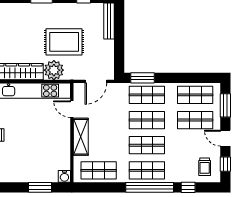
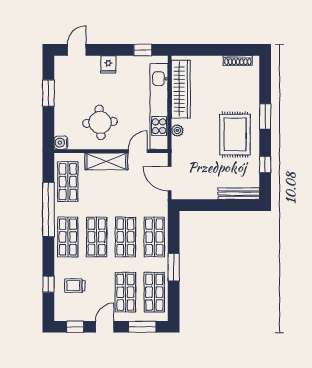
rug: (64, 42) -> (235, 135), moved
plant: (54, 70) -> (177, 131), width x0.53, depth x0.53
window: (143, 78) -> (174, 267), moved
round table: (47, 142) -> (100, 122), added
trolley: (205, 167) -> (75, 286), moved
window: (40, 187) -> (48, 93), moved
window: (150, 187) -> (48, 210), moved

